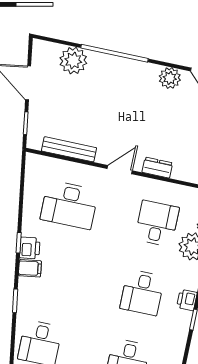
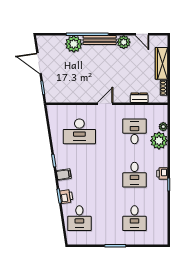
plant: (73, 61) -> (74, 44), moved
bench: (69, 149) -> (100, 40), moved
dresser: (157, 168) -> (139, 98), moved
printer: (30, 248) -> (66, 197), moved

